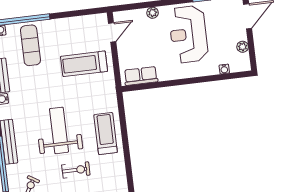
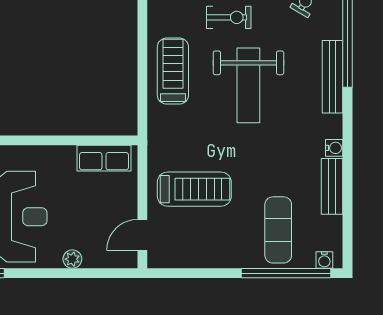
treadmill: (106, 134) -> (173, 71), turned 180
exercise bike: (76, 170) -> (229, 17), turned 180

